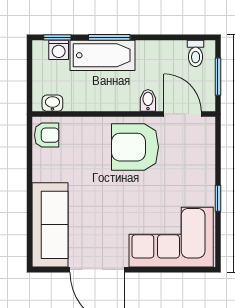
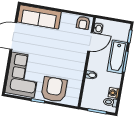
washing machine: (59, 50) -> (114, 93), moved
door: (183, 114) -> (90, 42), moved
armchair: (135, 147) -> (54, 90), moved

